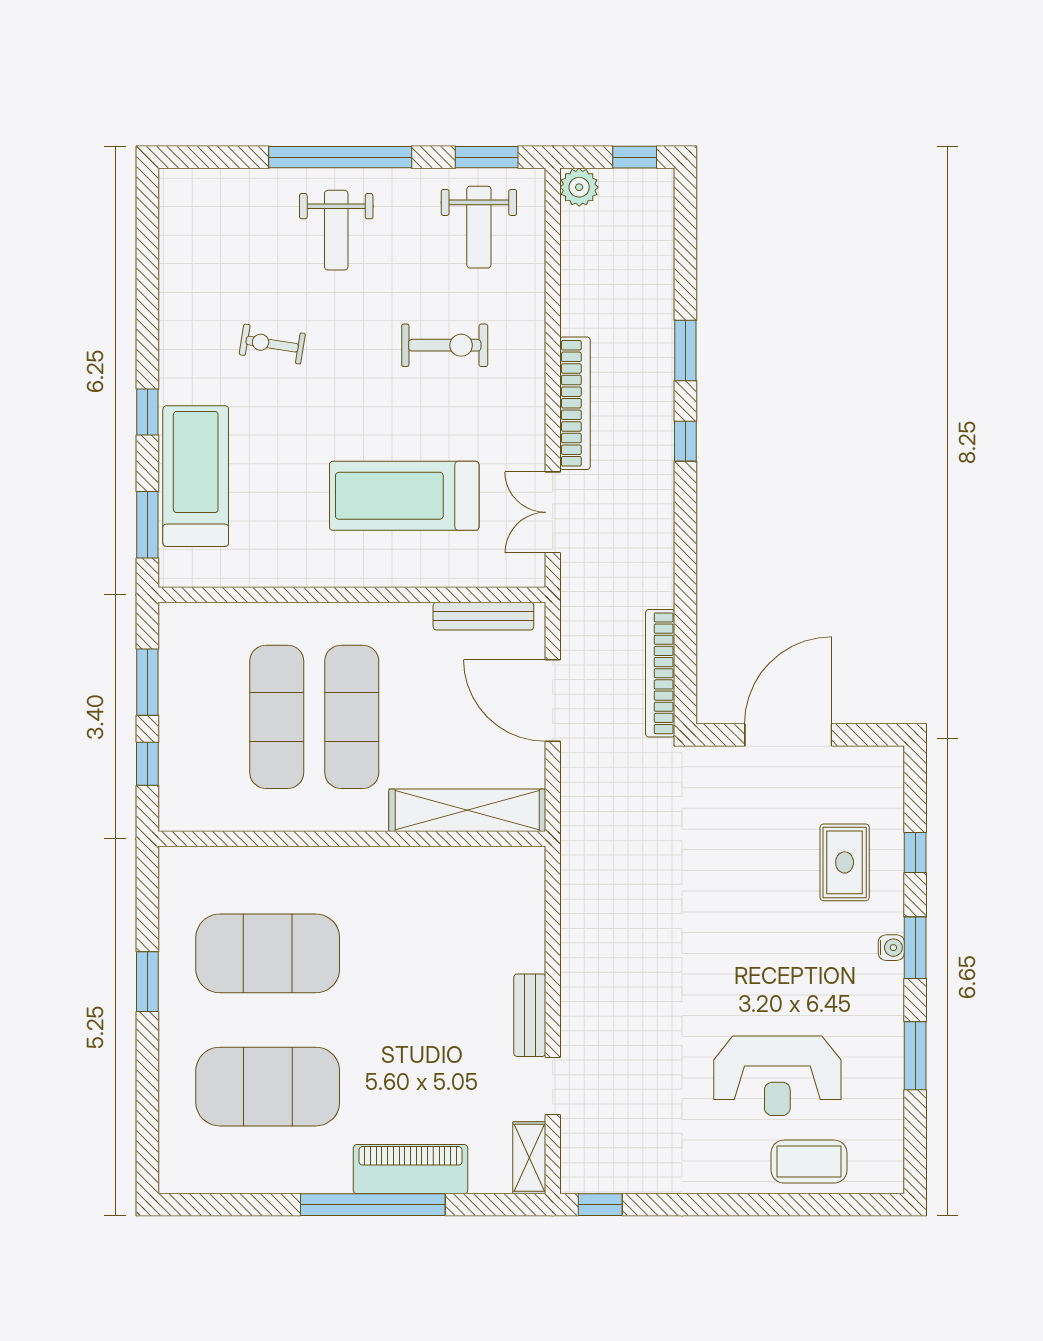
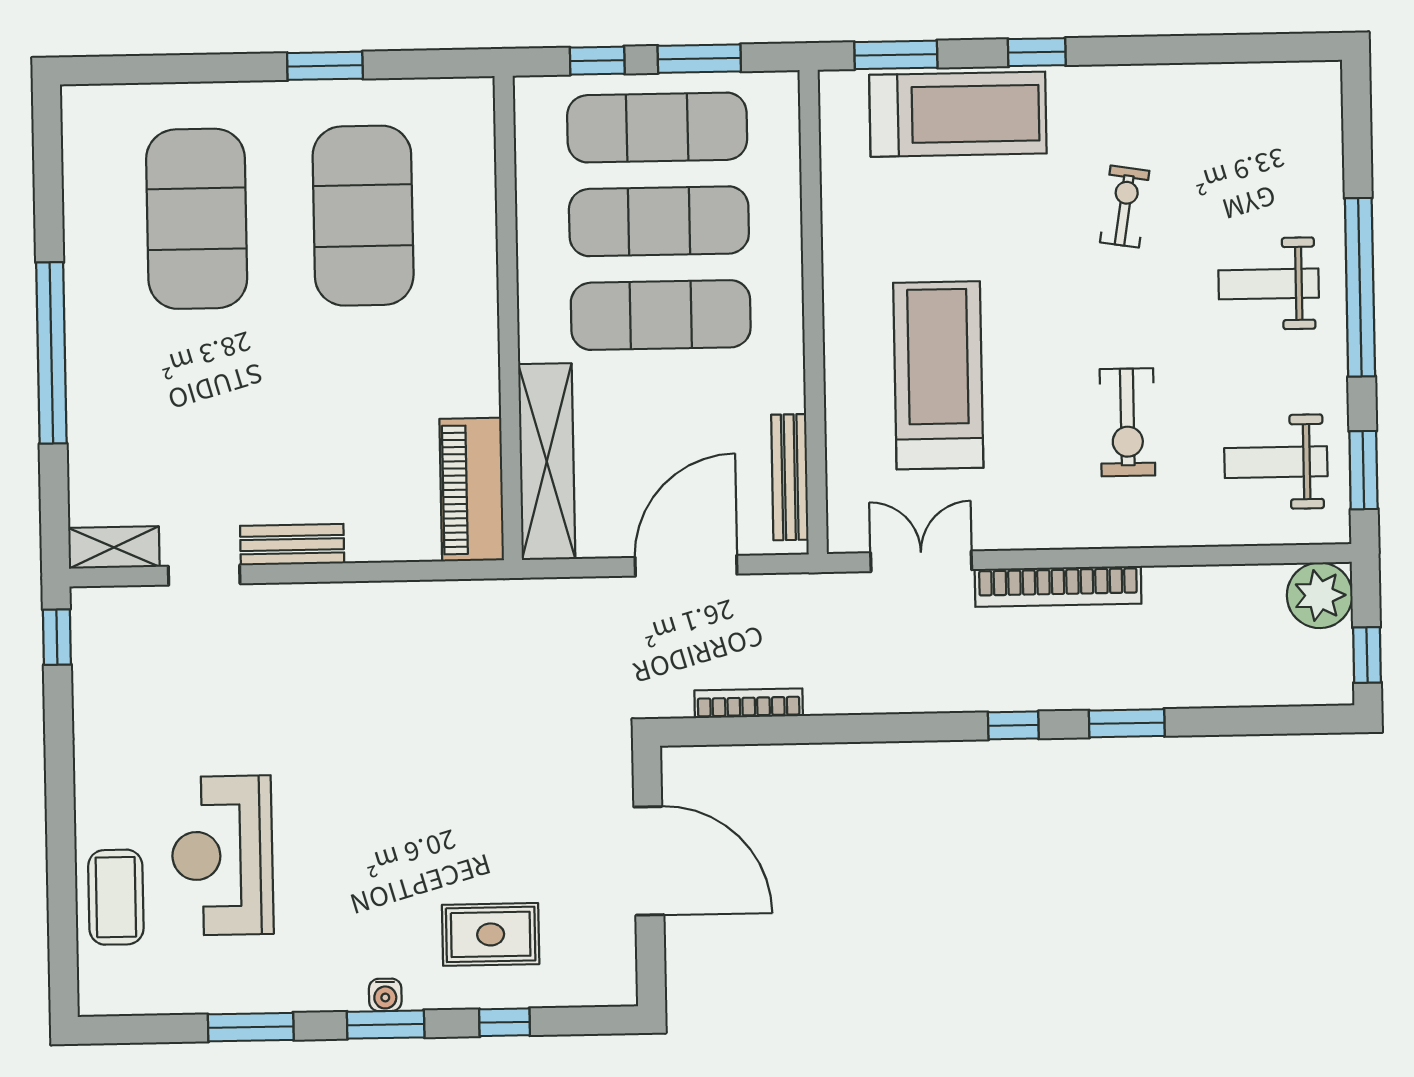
plant: (579, 187) -> (1320, 595), width x1.36, depth x1.36
bookcase: (660, 673) -> (749, 703), width x0.68, depth x0.76
exercise mat: (202, 717) -> (657, 128), added
piano: (410, 1169) -> (472, 490), moved, turned 180

